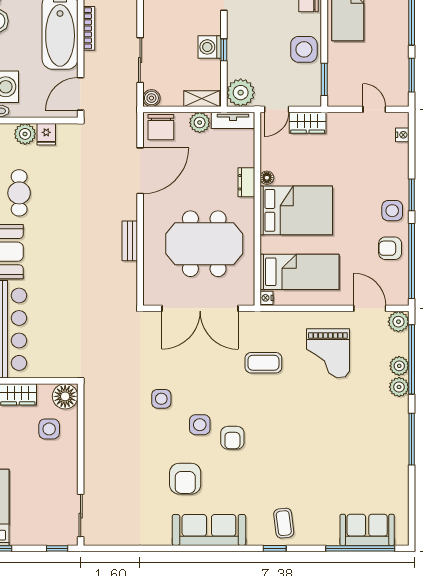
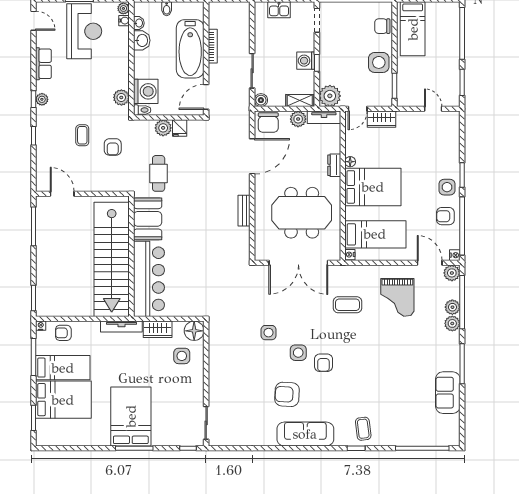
nightstand: (402, 135) -> (455, 255), moved
armchair: (185, 479) -> (287, 394), turned 93
sofa: (367, 530) -> (448, 393), moved, turned -90

